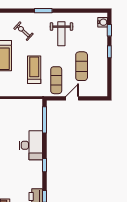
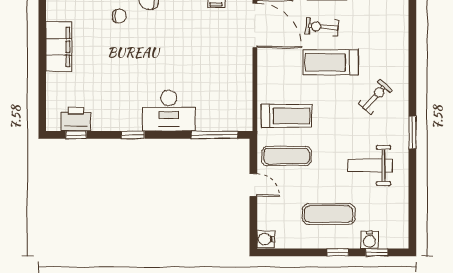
water cooler: (103, 22) -> (370, 240), moved
exercise mat: (82, 66) -> (329, 214), moved
treadmill: (34, 70) -> (287, 116), moved
water cooler: (102, 92) -> (266, 239), added

